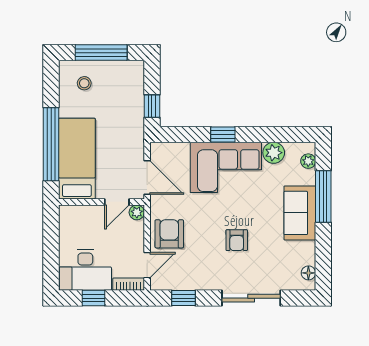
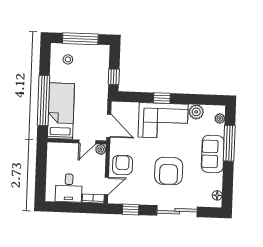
armchair: (237, 240) -> (169, 171), width x1.88, depth x1.88
desk: (85, 270) -> (69, 188), width x0.73
window: (94, 298) -> (69, 207), removed

